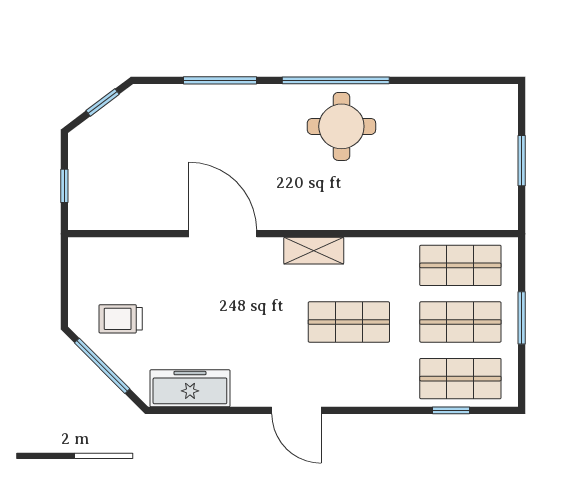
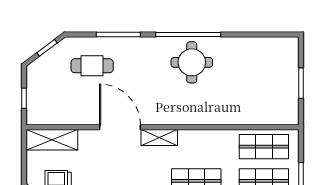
cafe table: (177, 132) -> (92, 66), added
shelving: (314, 251) -> (159, 138), moved
shelving: (110, 254) -> (52, 140), added

